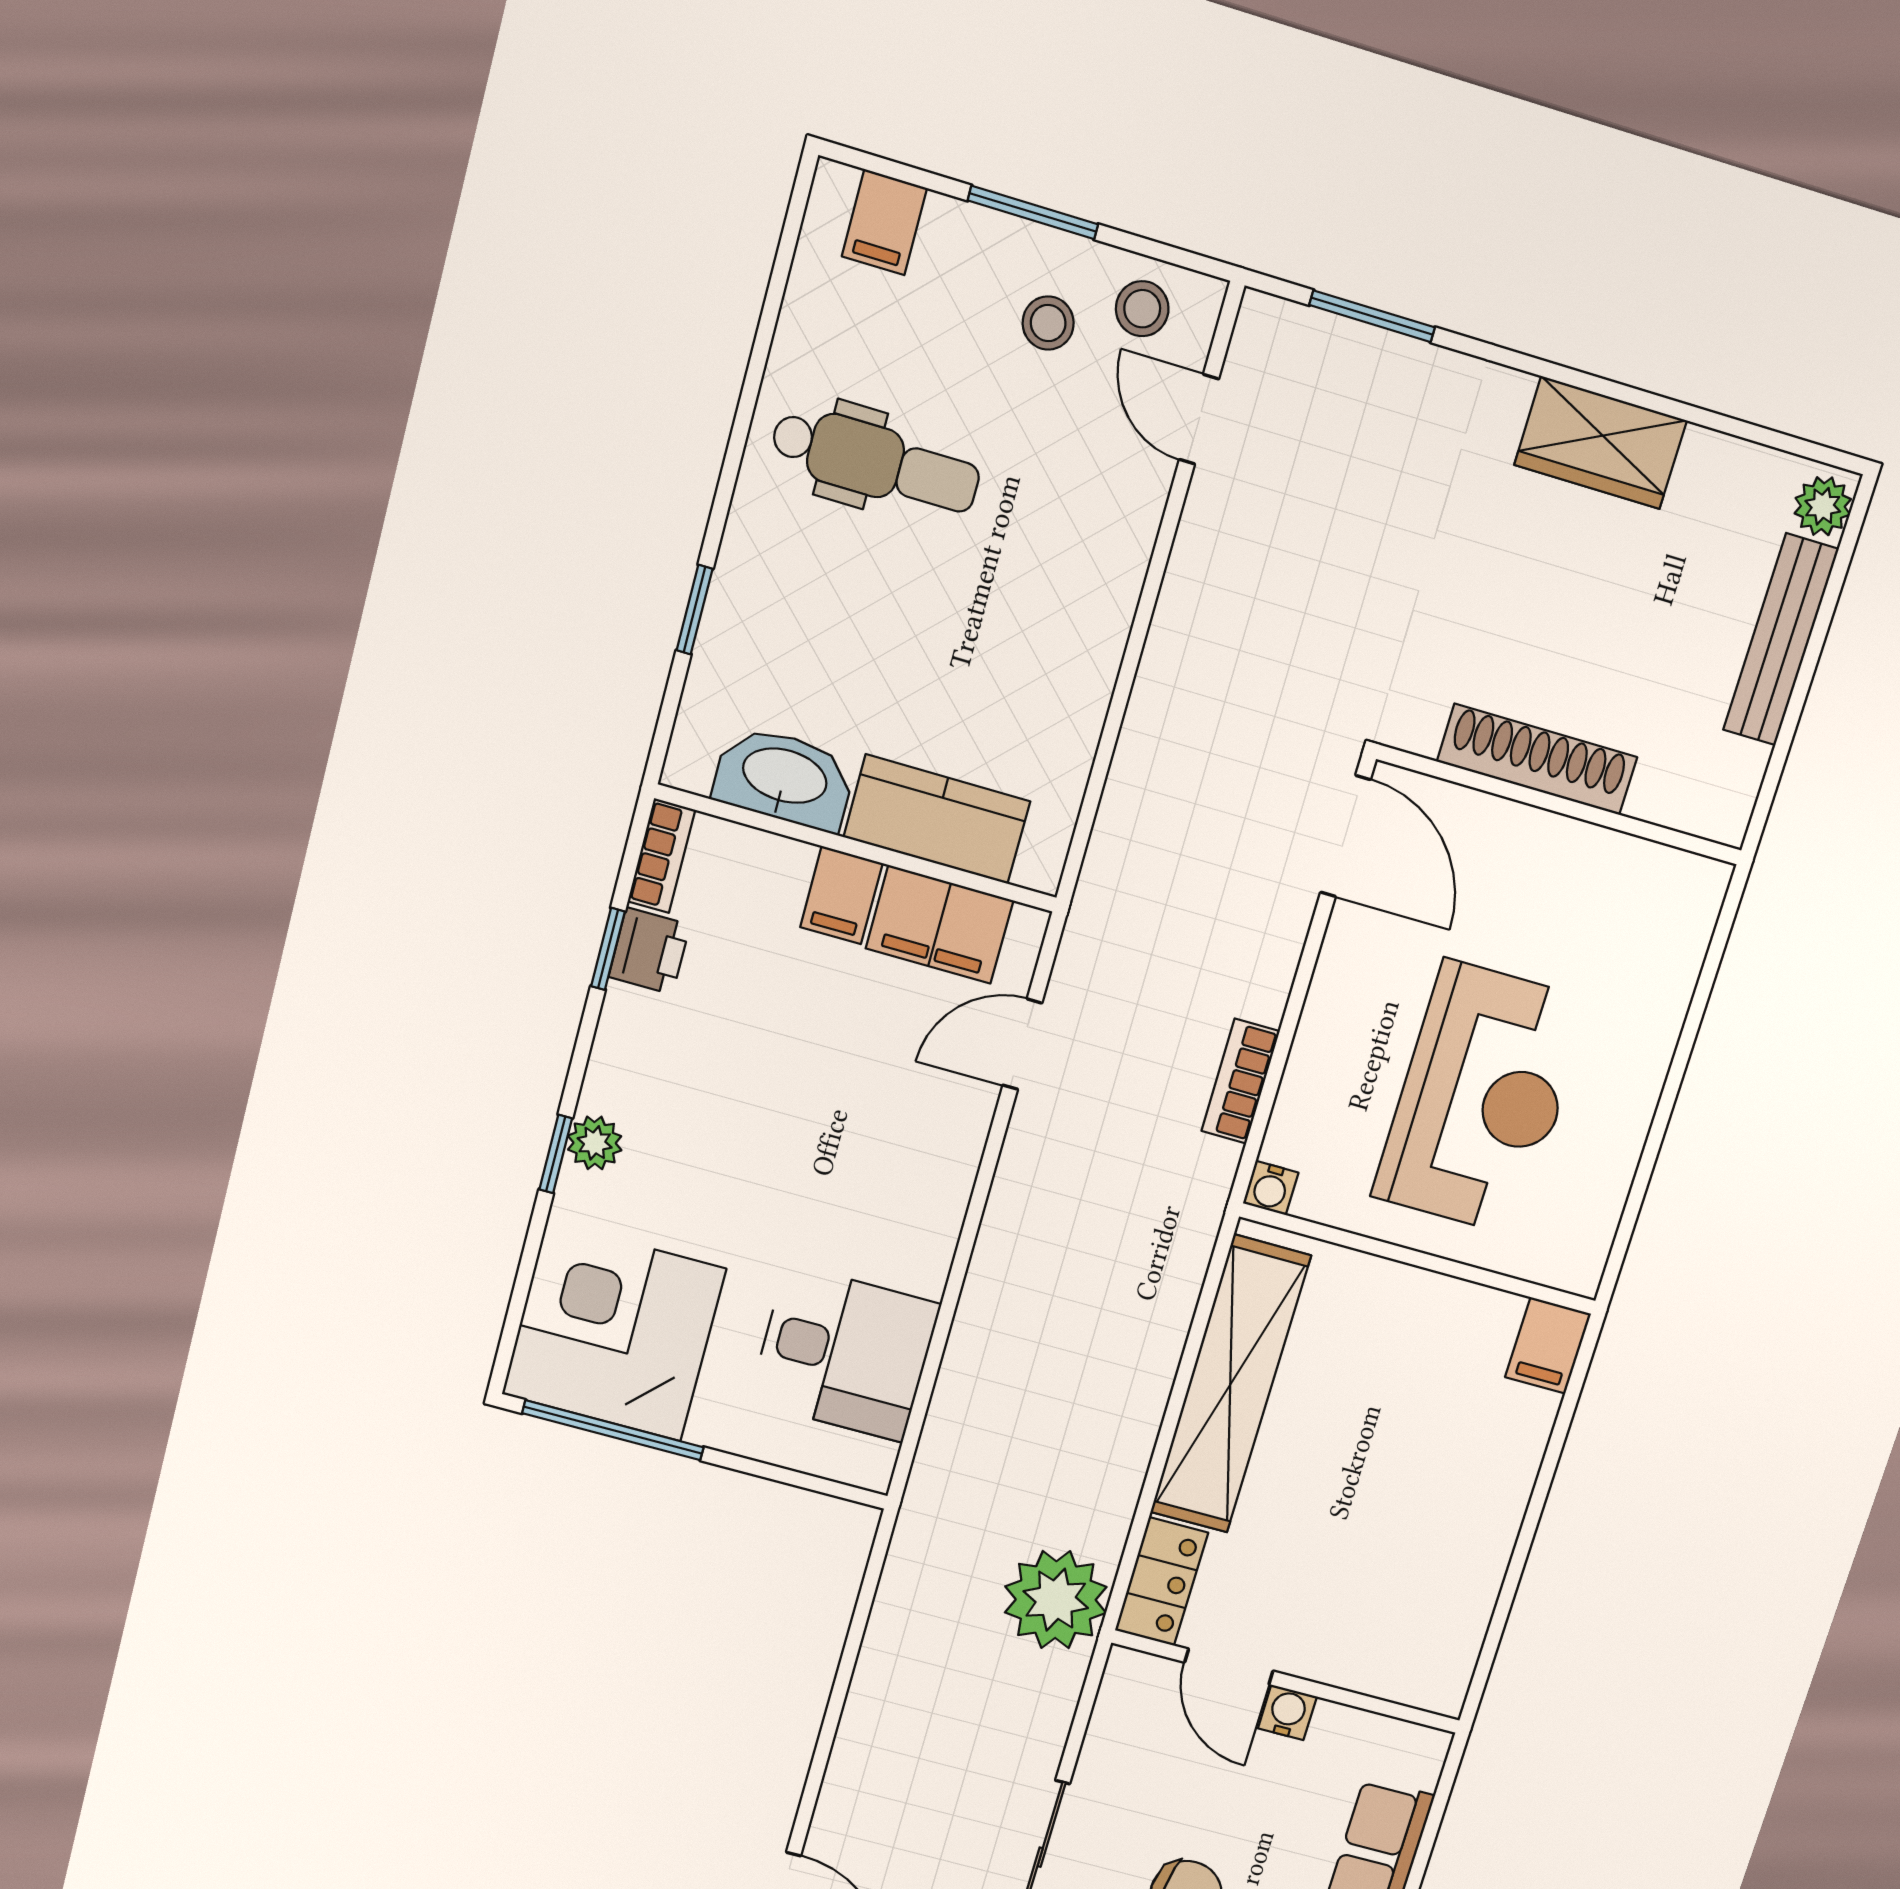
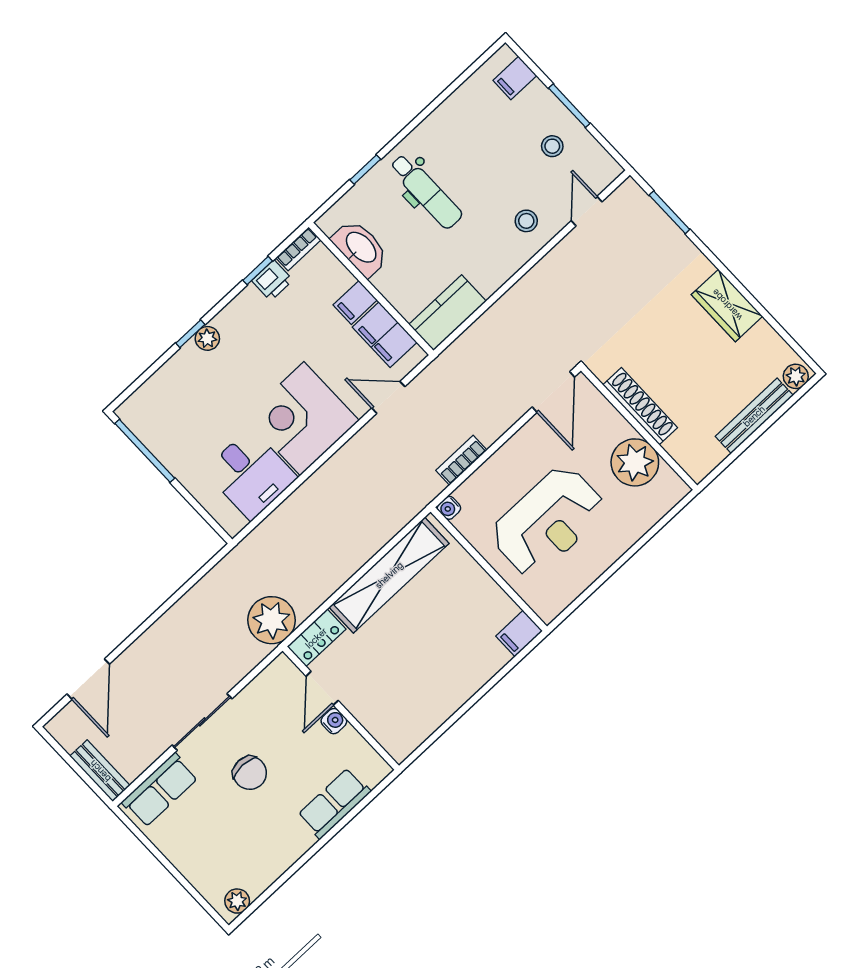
stool: (1142, 309) -> (526, 221), moved
dental chair: (876, 462) -> (426, 191), moved
kitchen counter: (937, 819) -> (448, 313), moved, turned -90
plant: (1589, 879) -> (635, 462), added
corner desk: (614, 1331) -> (302, 419), moved, turned -90

